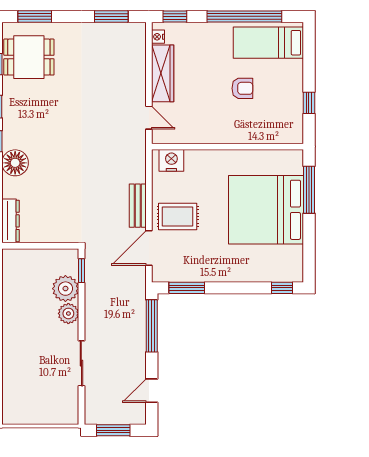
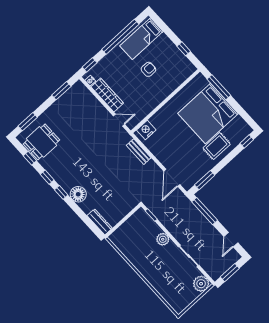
bench: (138, 206) -> (139, 152), moved
rug: (178, 216) -> (217, 146), moved
plant: (65, 289) -> (201, 284), moved

